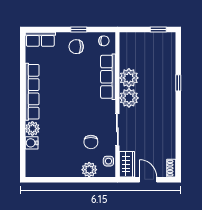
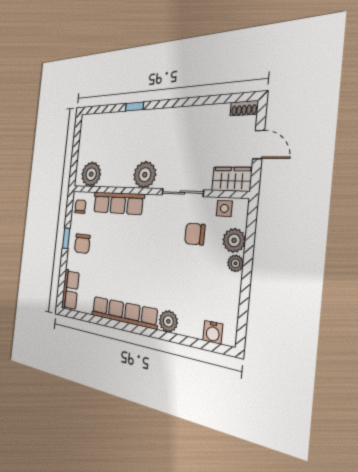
window: (158, 30) -> (77, 136), removed
plant: (129, 78) -> (91, 174), moved
chair: (91, 142) -> (195, 234), turned 180
water cooler: (32, 143) -> (213, 332), moved
plant: (75, 172) -> (235, 263), added
door: (148, 180) -> (259, 145), swing flipped

